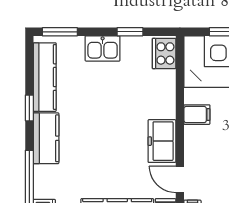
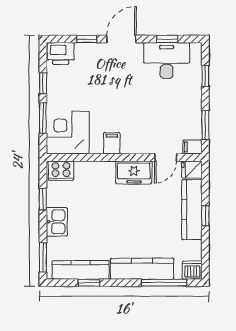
window: (29, 108) -> (89, 283), moved
kitchen counter: (46, 138) -> (142, 269), width x1.50

